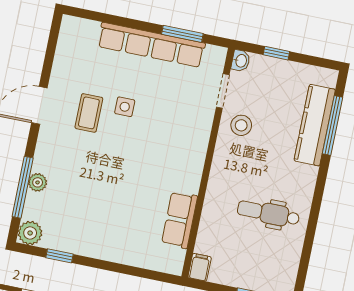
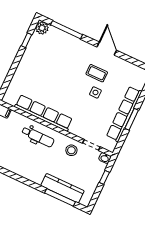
window: (182, 34) -> (132, 119), moved
plant: (38, 182) -> (67, 38), removed
dental chair: (268, 213) -> (38, 137), moved, turned 90
row of seats: (180, 220) -> (44, 113), width x2.02

